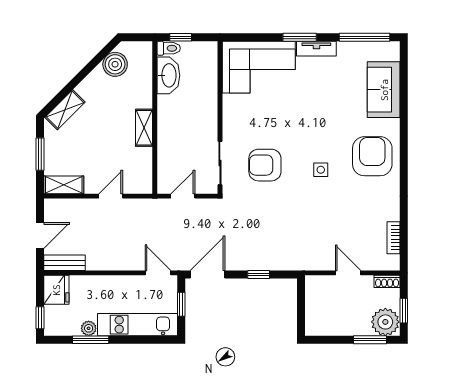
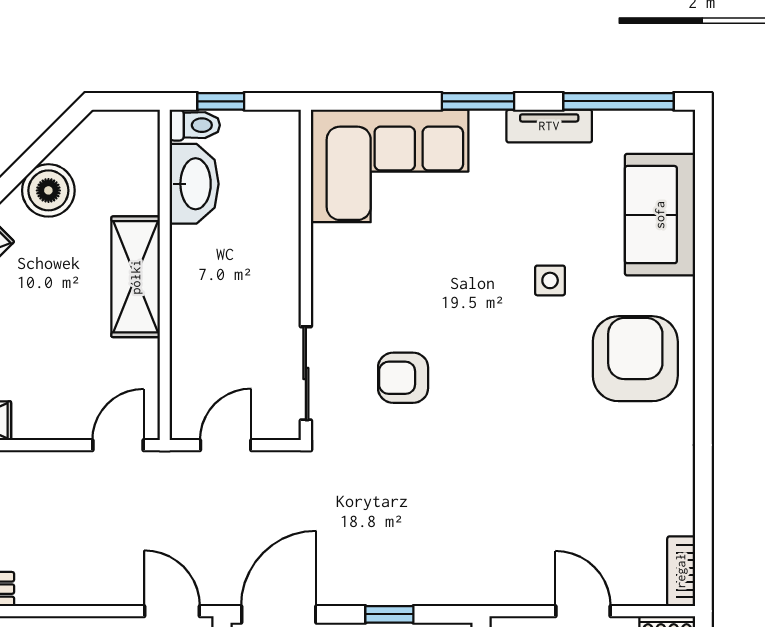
tv unit: (316, 49) -> (549, 126), moved
boiler: (115, 64) -> (48, 190), moved
shelving: (144, 128) -> (136, 277), width x1.50, depth x1.33
armchair: (265, 165) -> (403, 378), width x0.72, depth x0.72
side table: (321, 170) -> (550, 280), moved
door: (111, 196) -> (118, 445), moved
bookcase: (393, 238) -> (681, 571), moved

